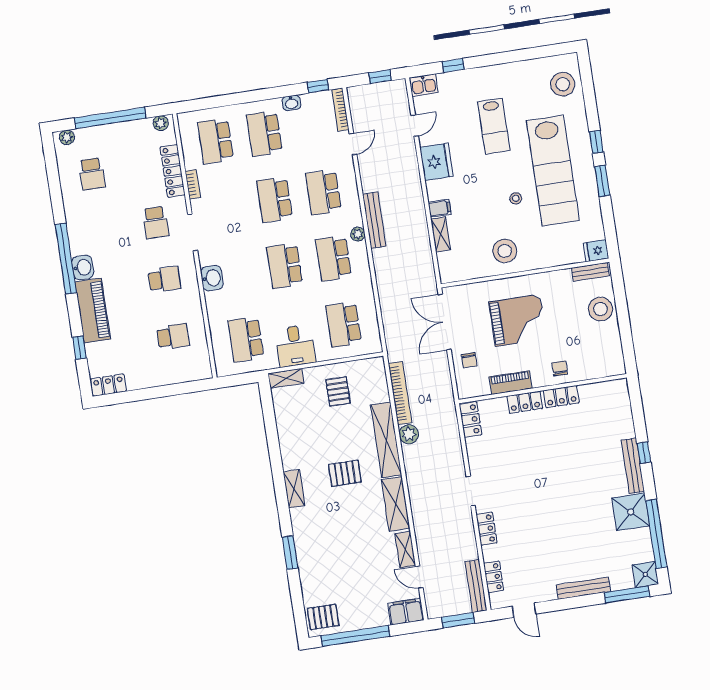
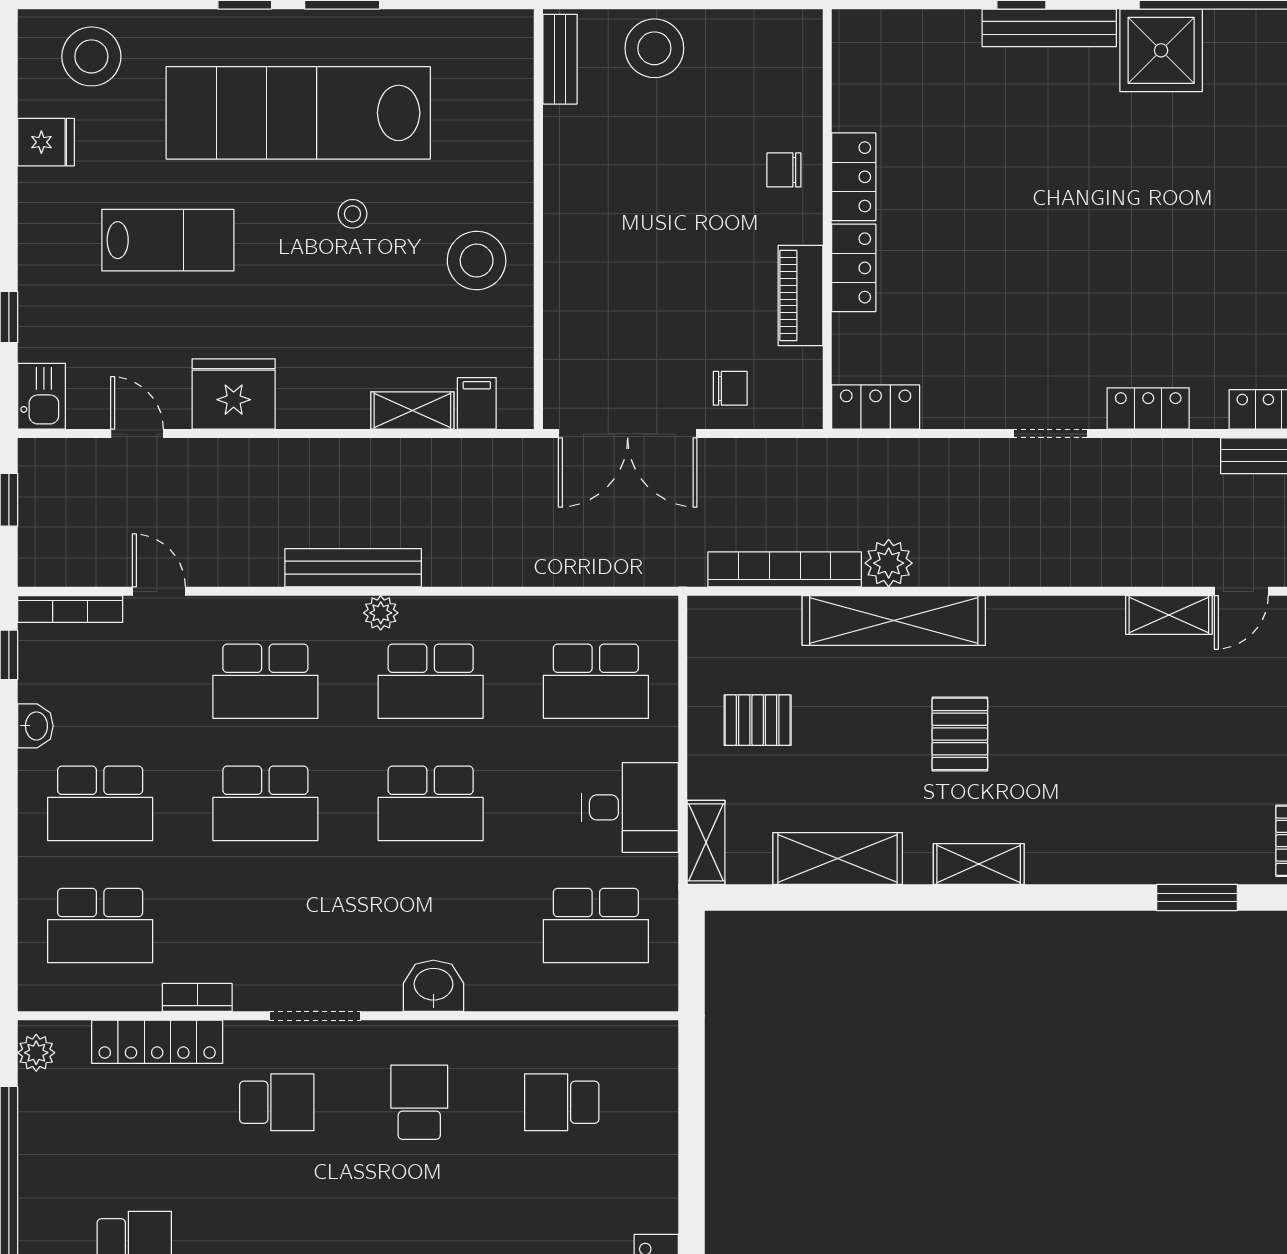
lab bench: (553, 170) -> (298, 113), turned 180
filing cabinet: (440, 208) -> (477, 403), moved
fridge: (596, 251) -> (46, 142), moved, turned -90
grand piano: (518, 320) -> (651, 255), removed
school desk: (173, 336) -> (562, 1102), turned -90
shelving: (396, 504) -> (838, 858), moved
window: (290, 553) -> (1197, 897), moved

